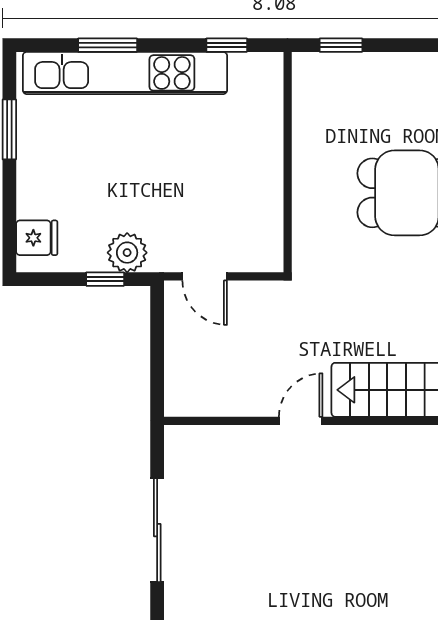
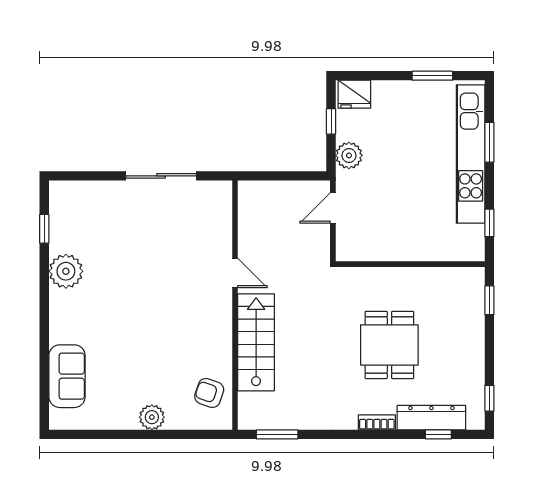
fridge: (37, 238) -> (354, 94), width x1.38
window: (105, 279) -> (331, 121), moved

